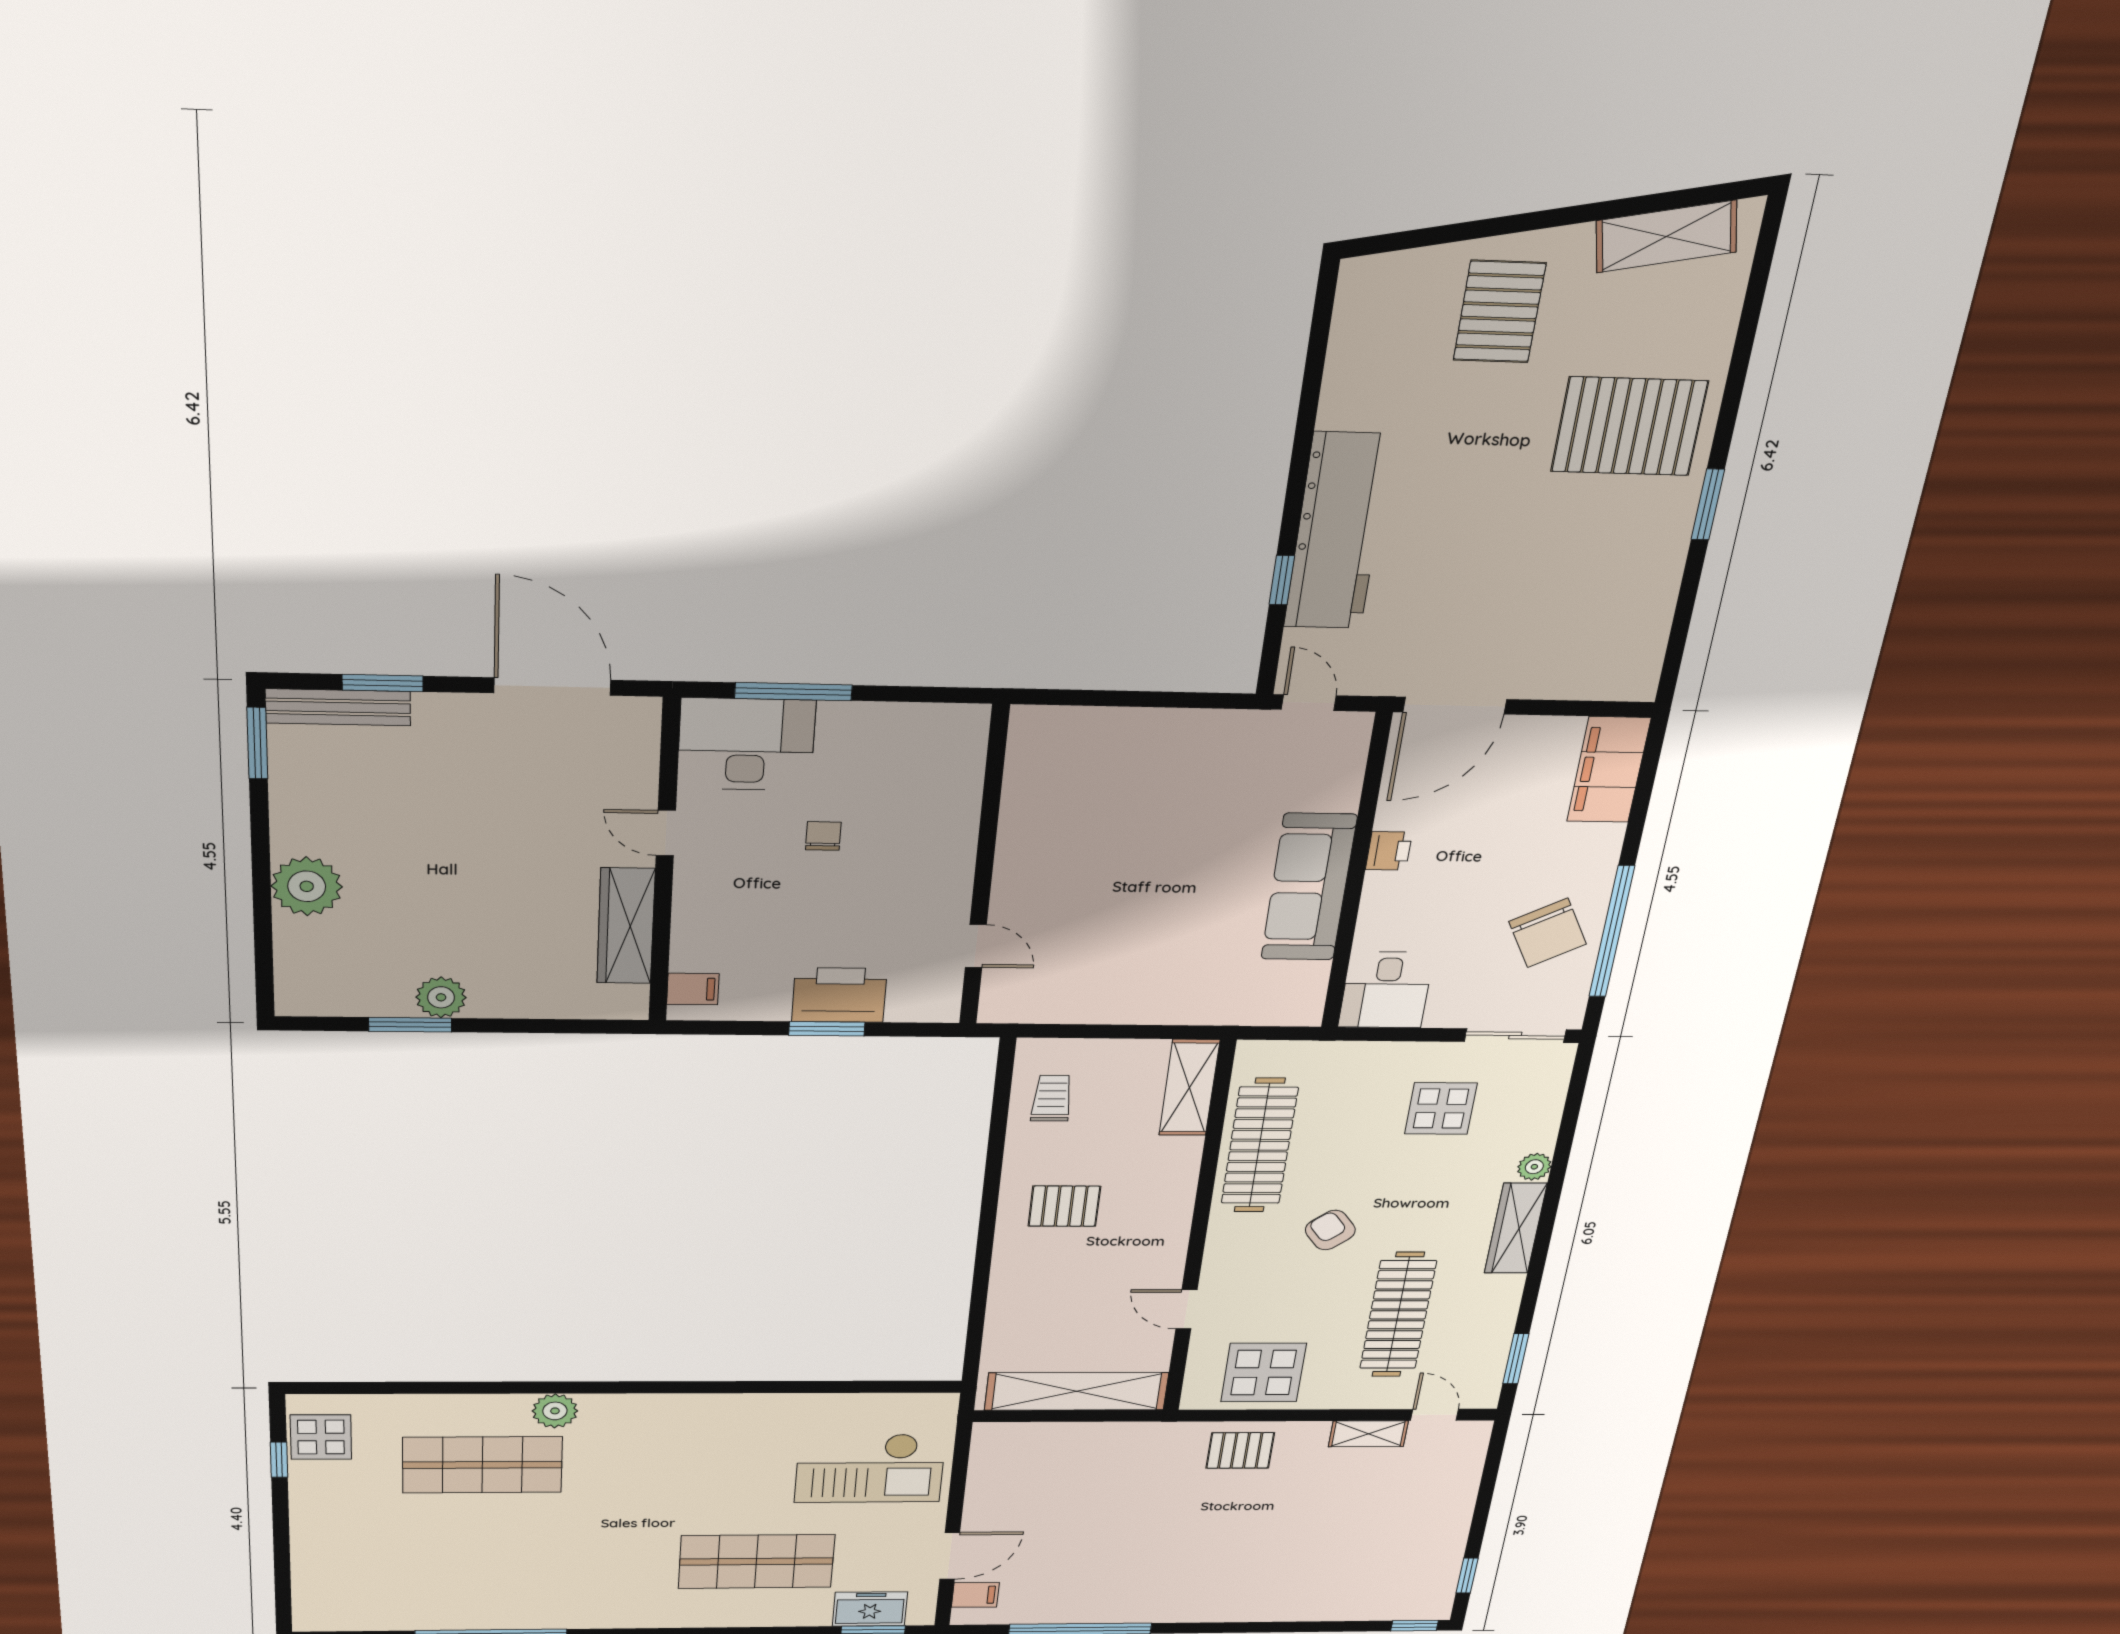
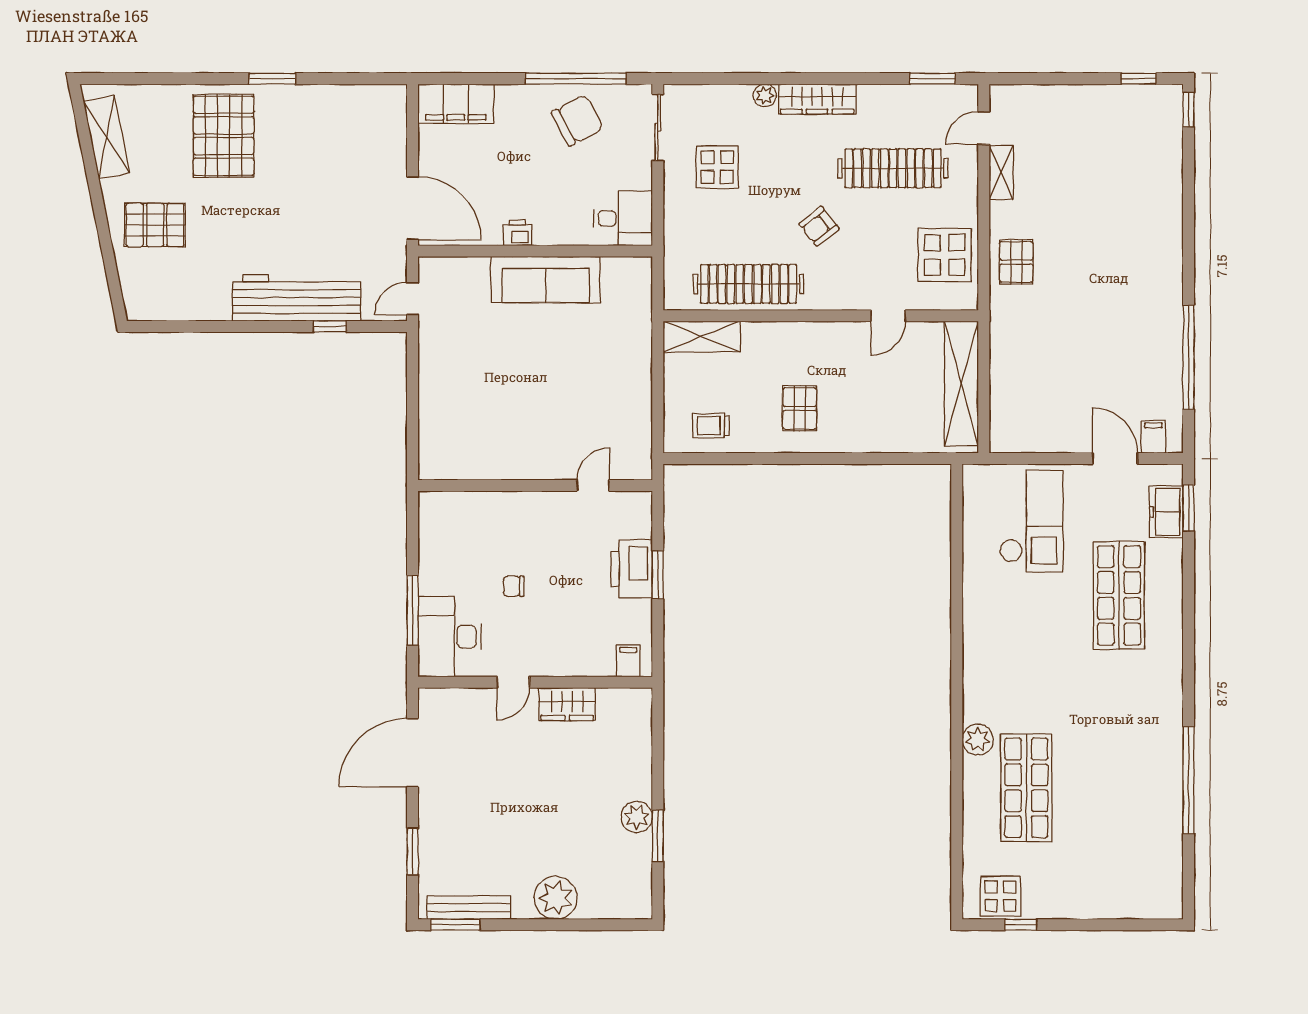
bench: (338, 707) -> (469, 908), moved, turned 90
wardrobe: (626, 926) -> (567, 704), width x0.67

